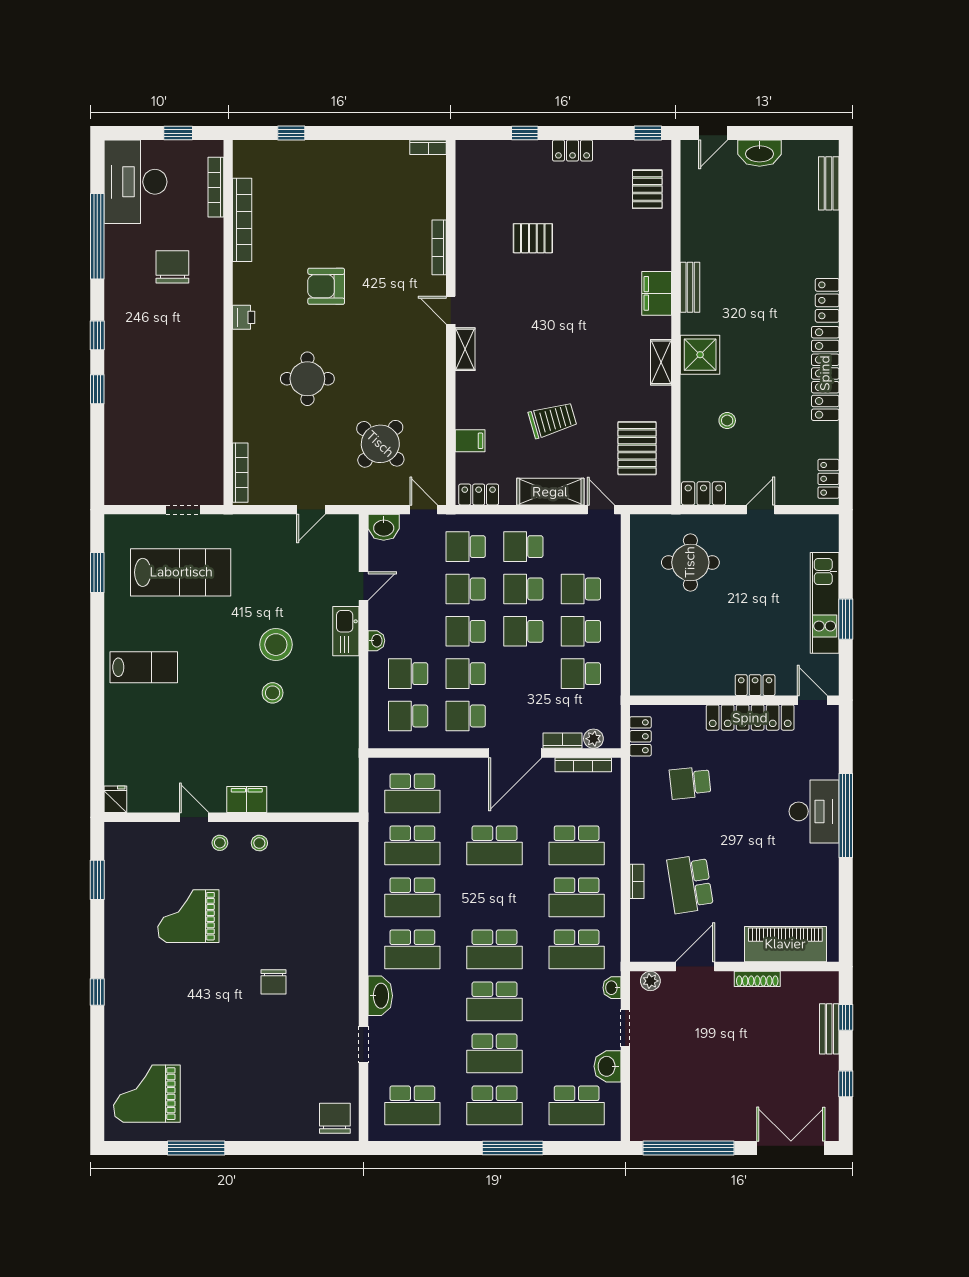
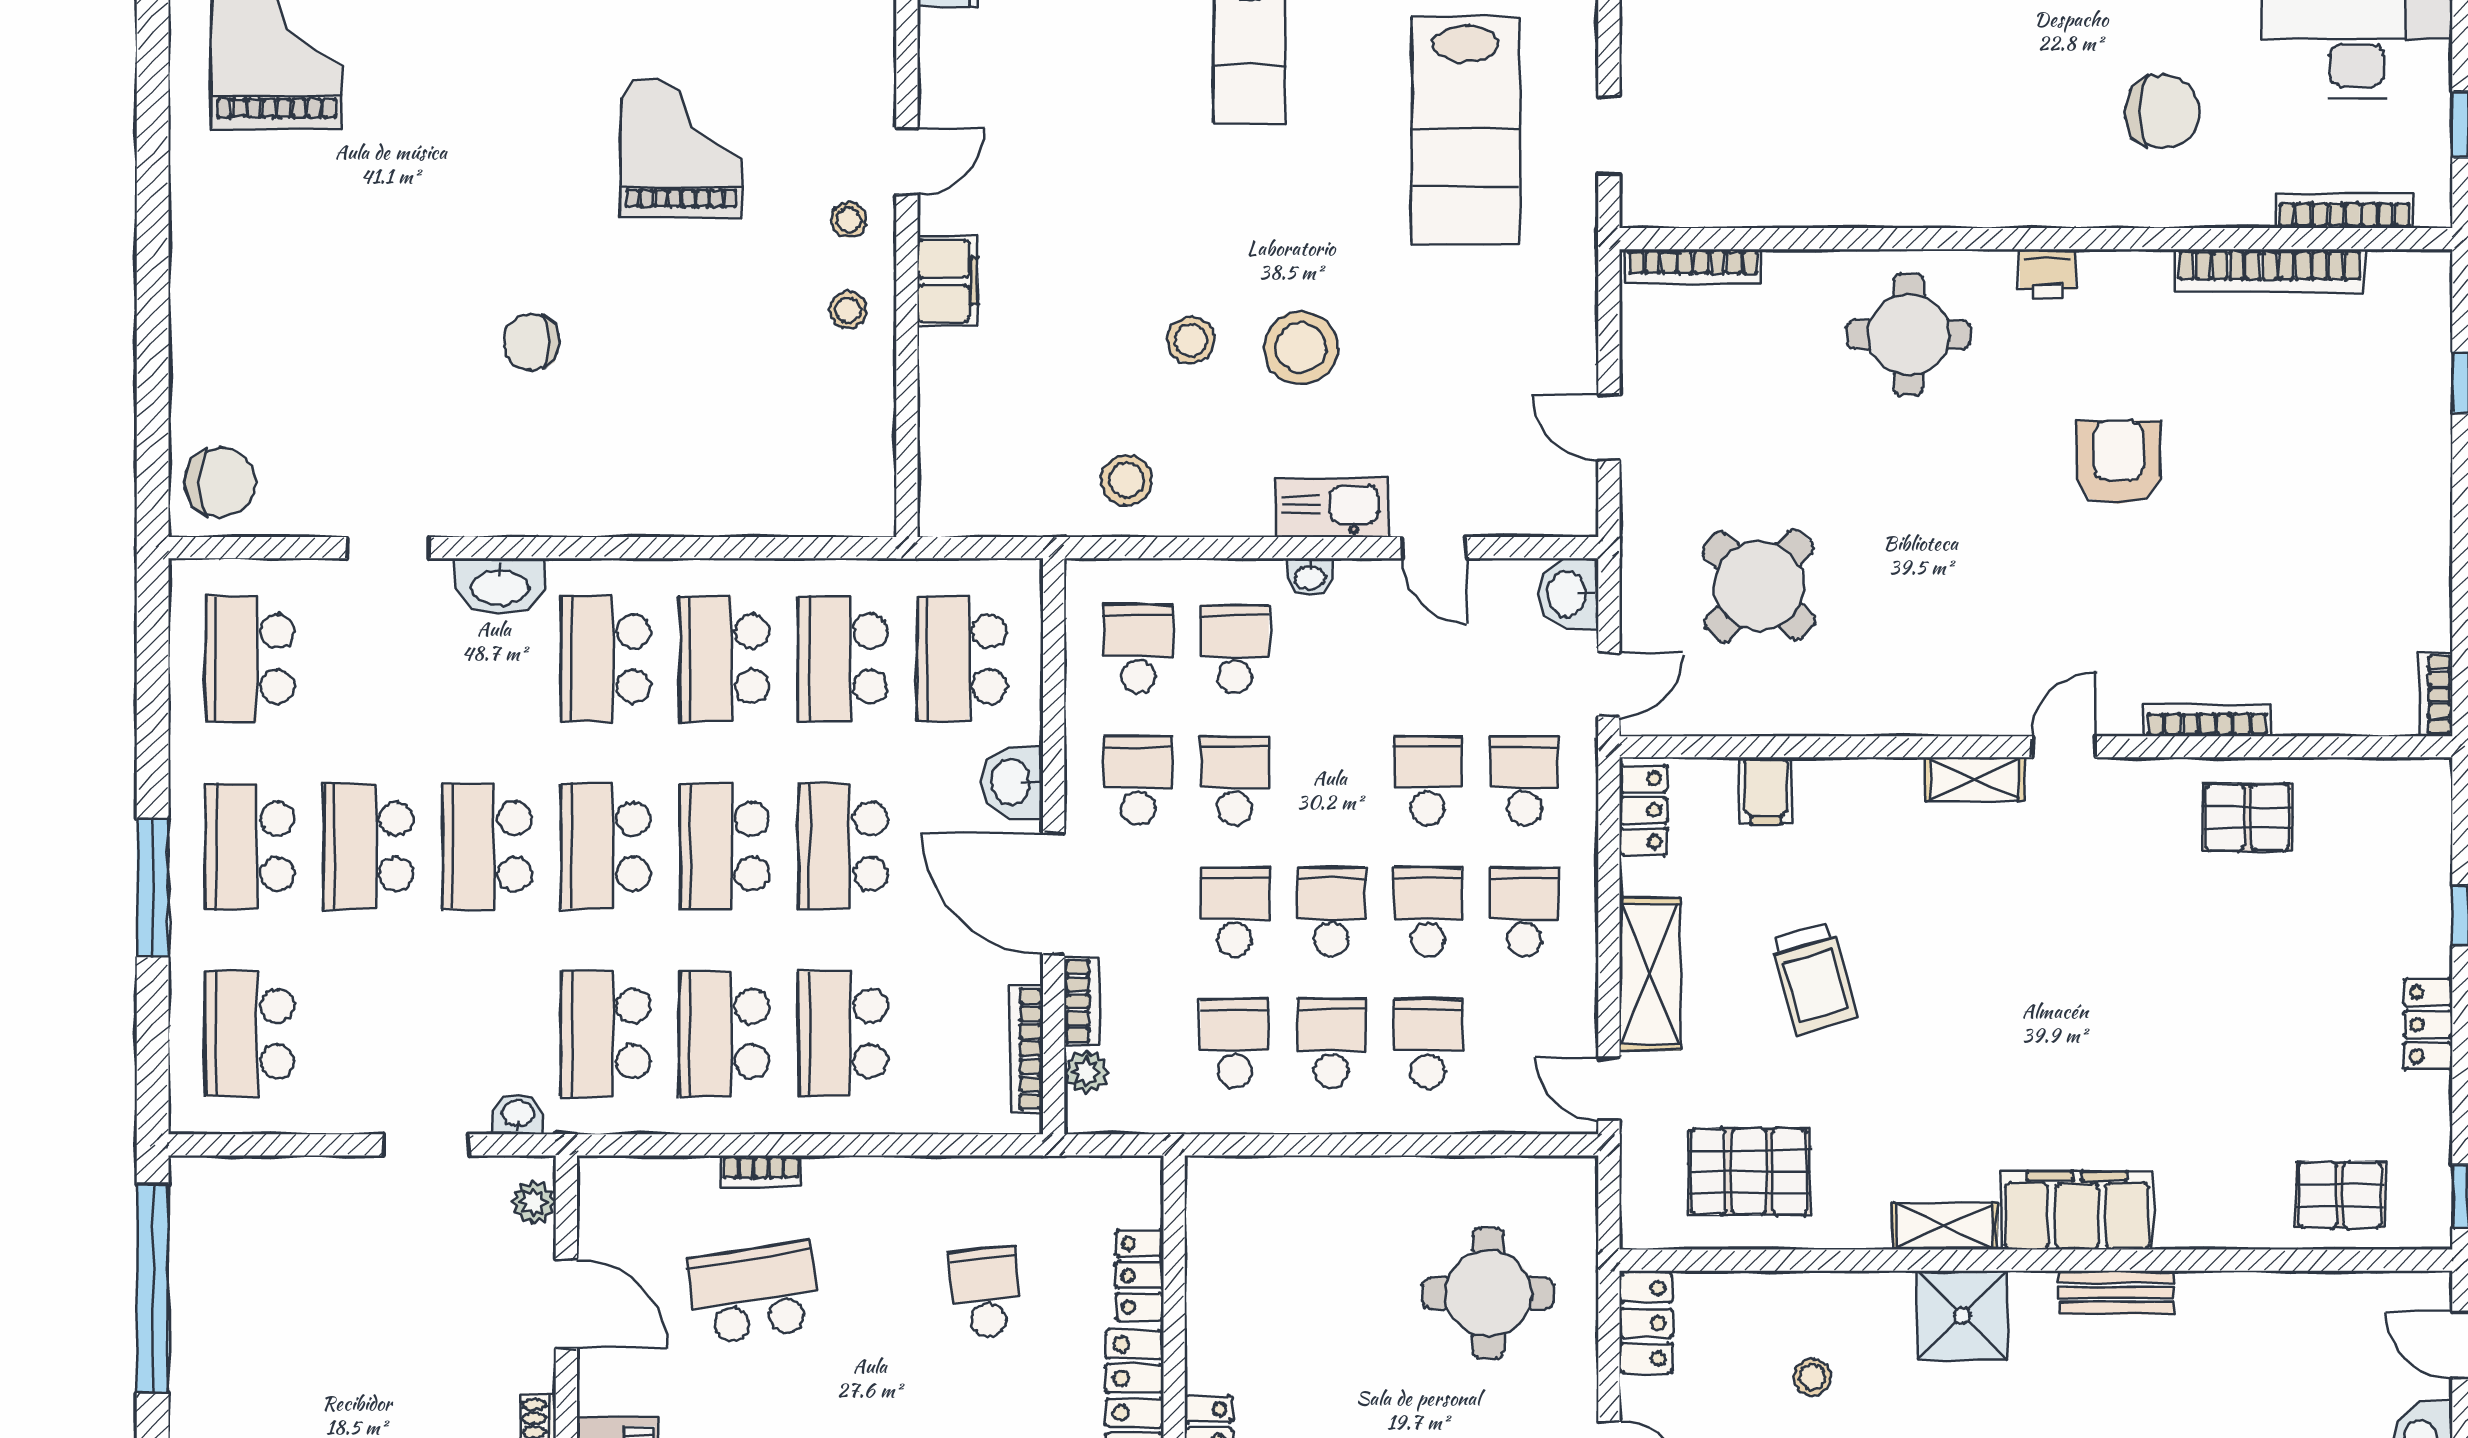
pallet: (533, 238) -> (2247, 817), moved, turned 90
filing cabinet: (657, 293) -> (2077, 1211), width x1.50, depth x1.17
round table: (307, 379) -> (1909, 334), moved
door: (601, 510) -> (1609, 1089), swing flipped
school desk: (466, 631) -> (1235, 912), moved
stool: (334, 721) -> (1127, 480), added
locker: (640, 736) -> (1140, 1275), moved, turned 90
school desk: (494, 897) -> (724, 846), added
washbasin: (607, 1066) -> (1013, 782), moved, turned -90
window: (196, 1148) -> (153, 165), removed

